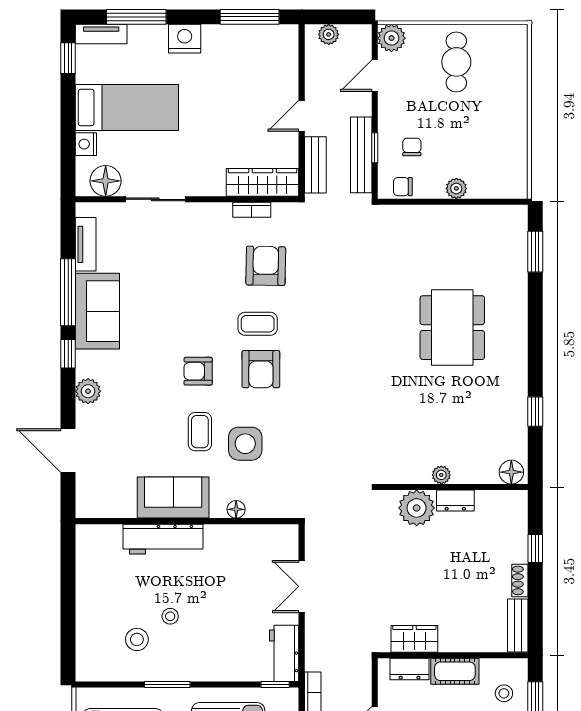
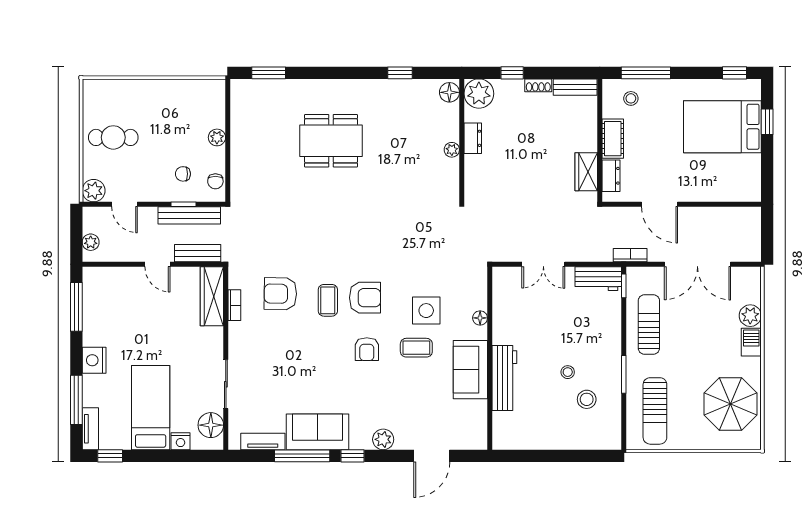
plant: (417, 508) -> (479, 94), moved

